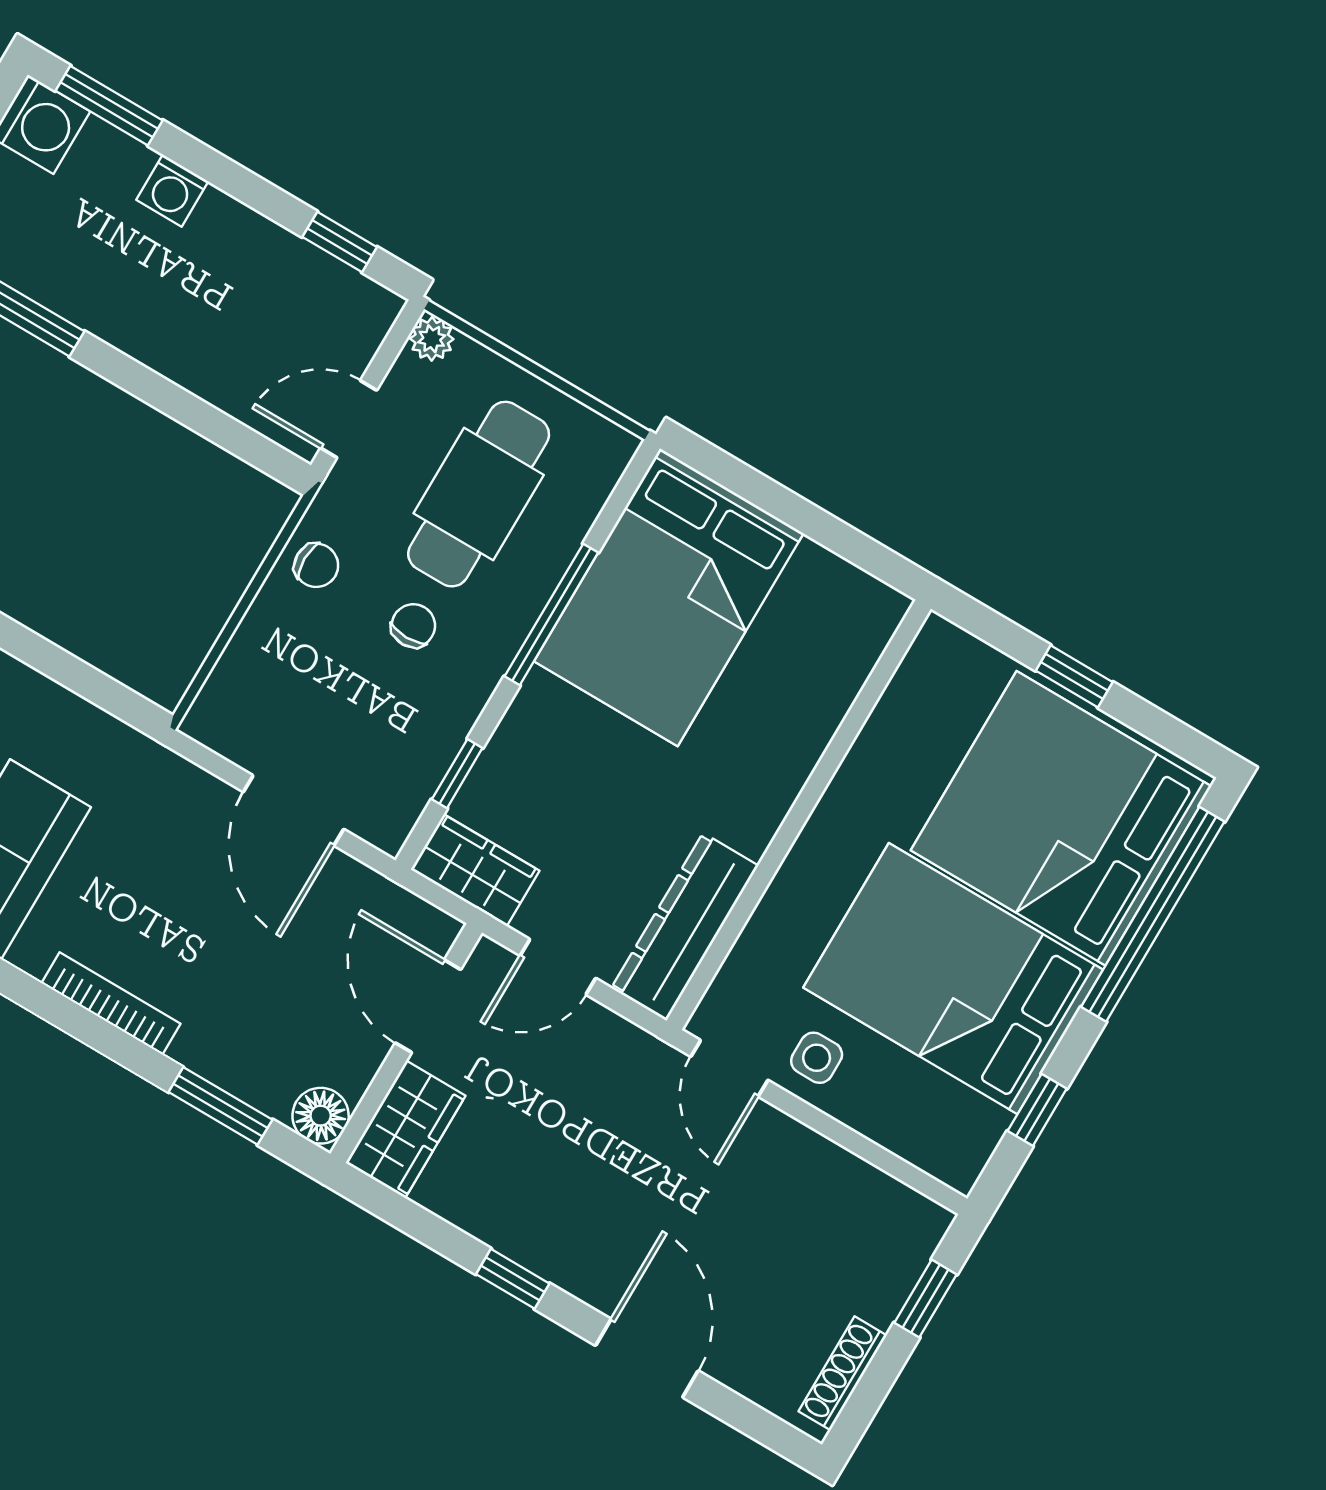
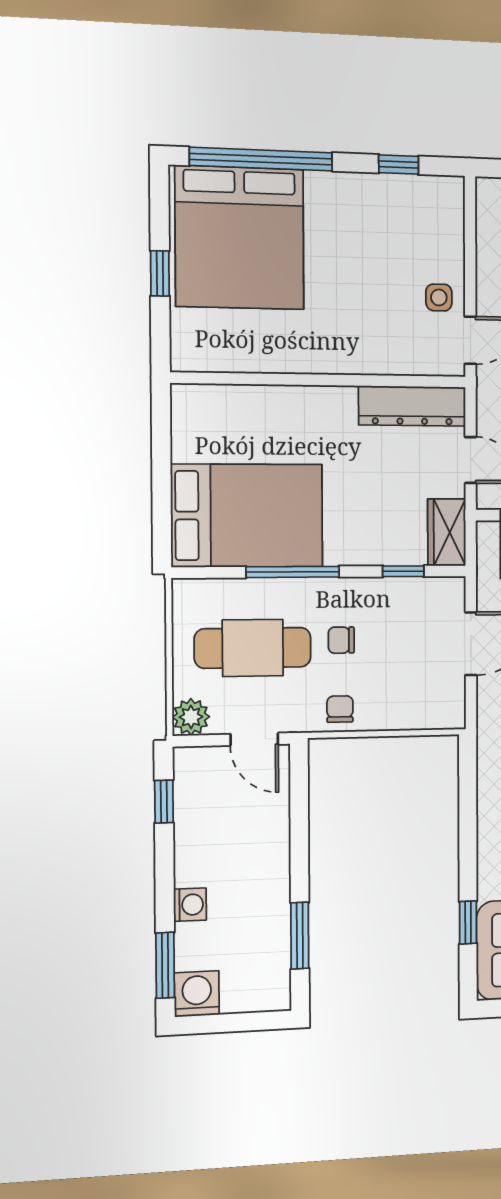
plant: (432, 339) -> (191, 717), width x1.38, depth x1.38
bed: (953, 979) -> (357, 248), removed

